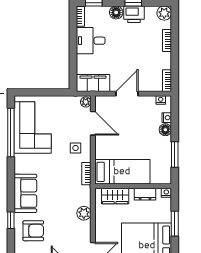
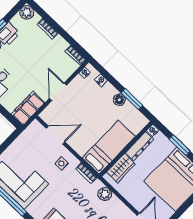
plant: (86, 102) -> (36, 126), removed
floor lamp: (165, 130) -> (119, 100), moved
dresser: (145, 194) -> (139, 146), width x1.44
plant: (84, 213) -> (105, 194), moved

